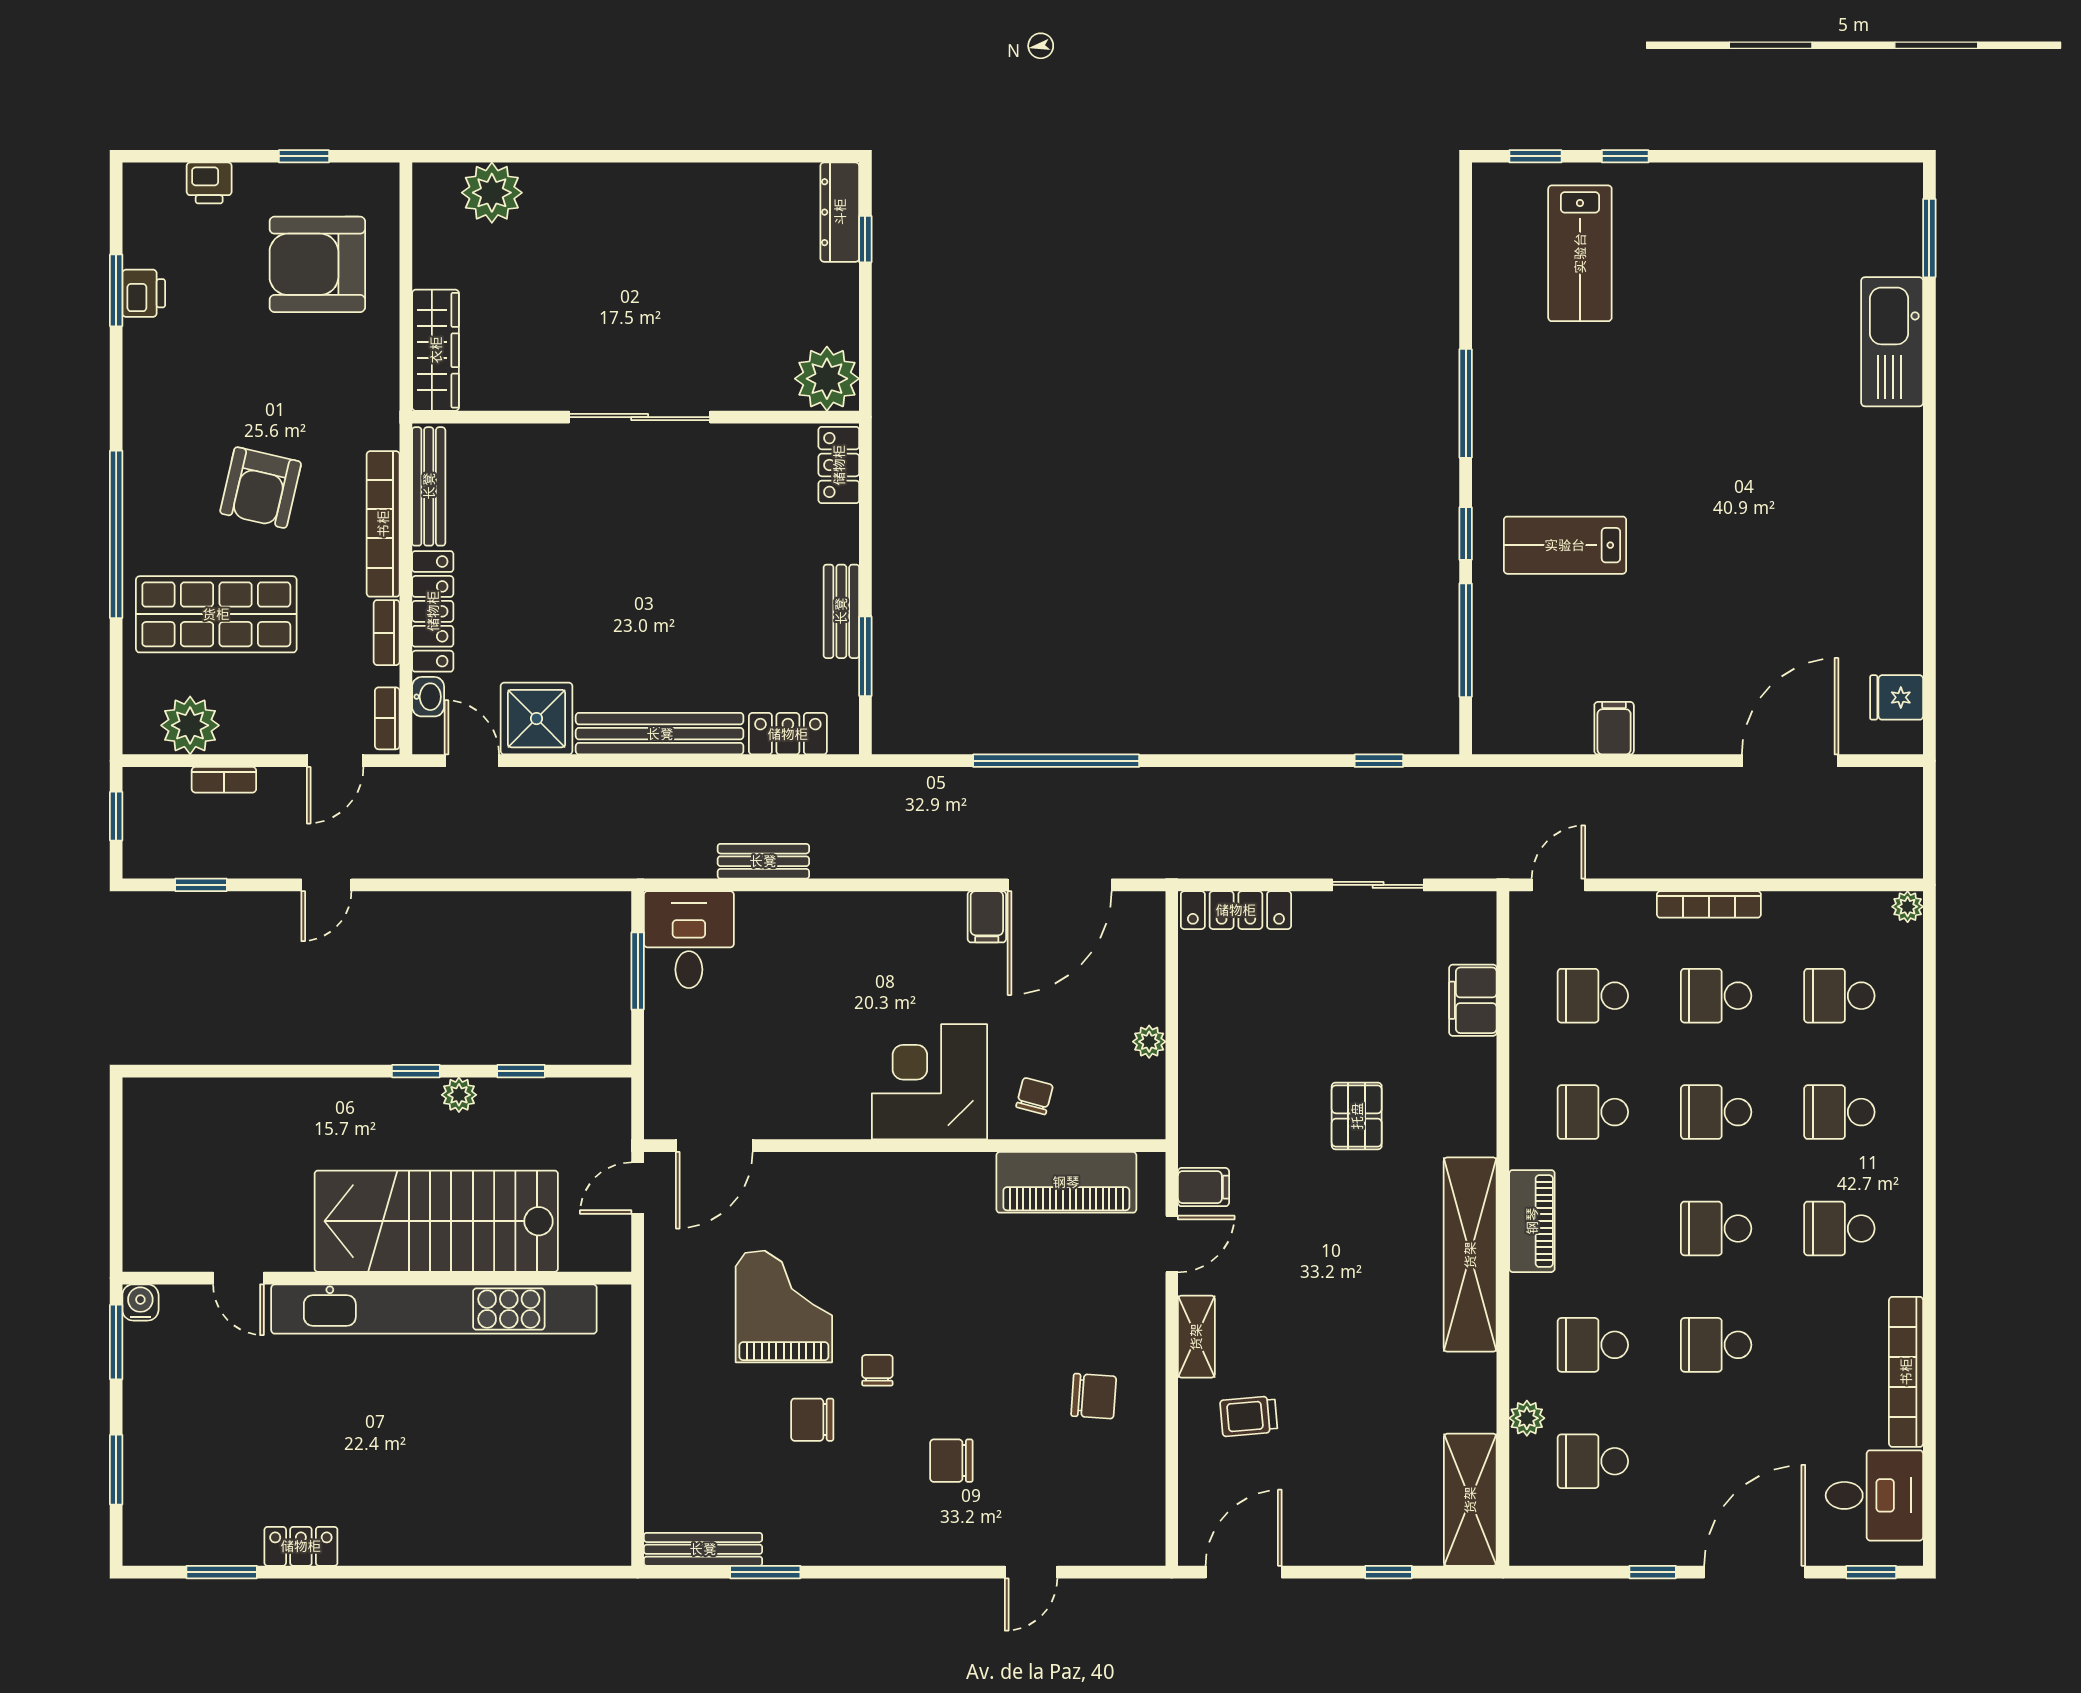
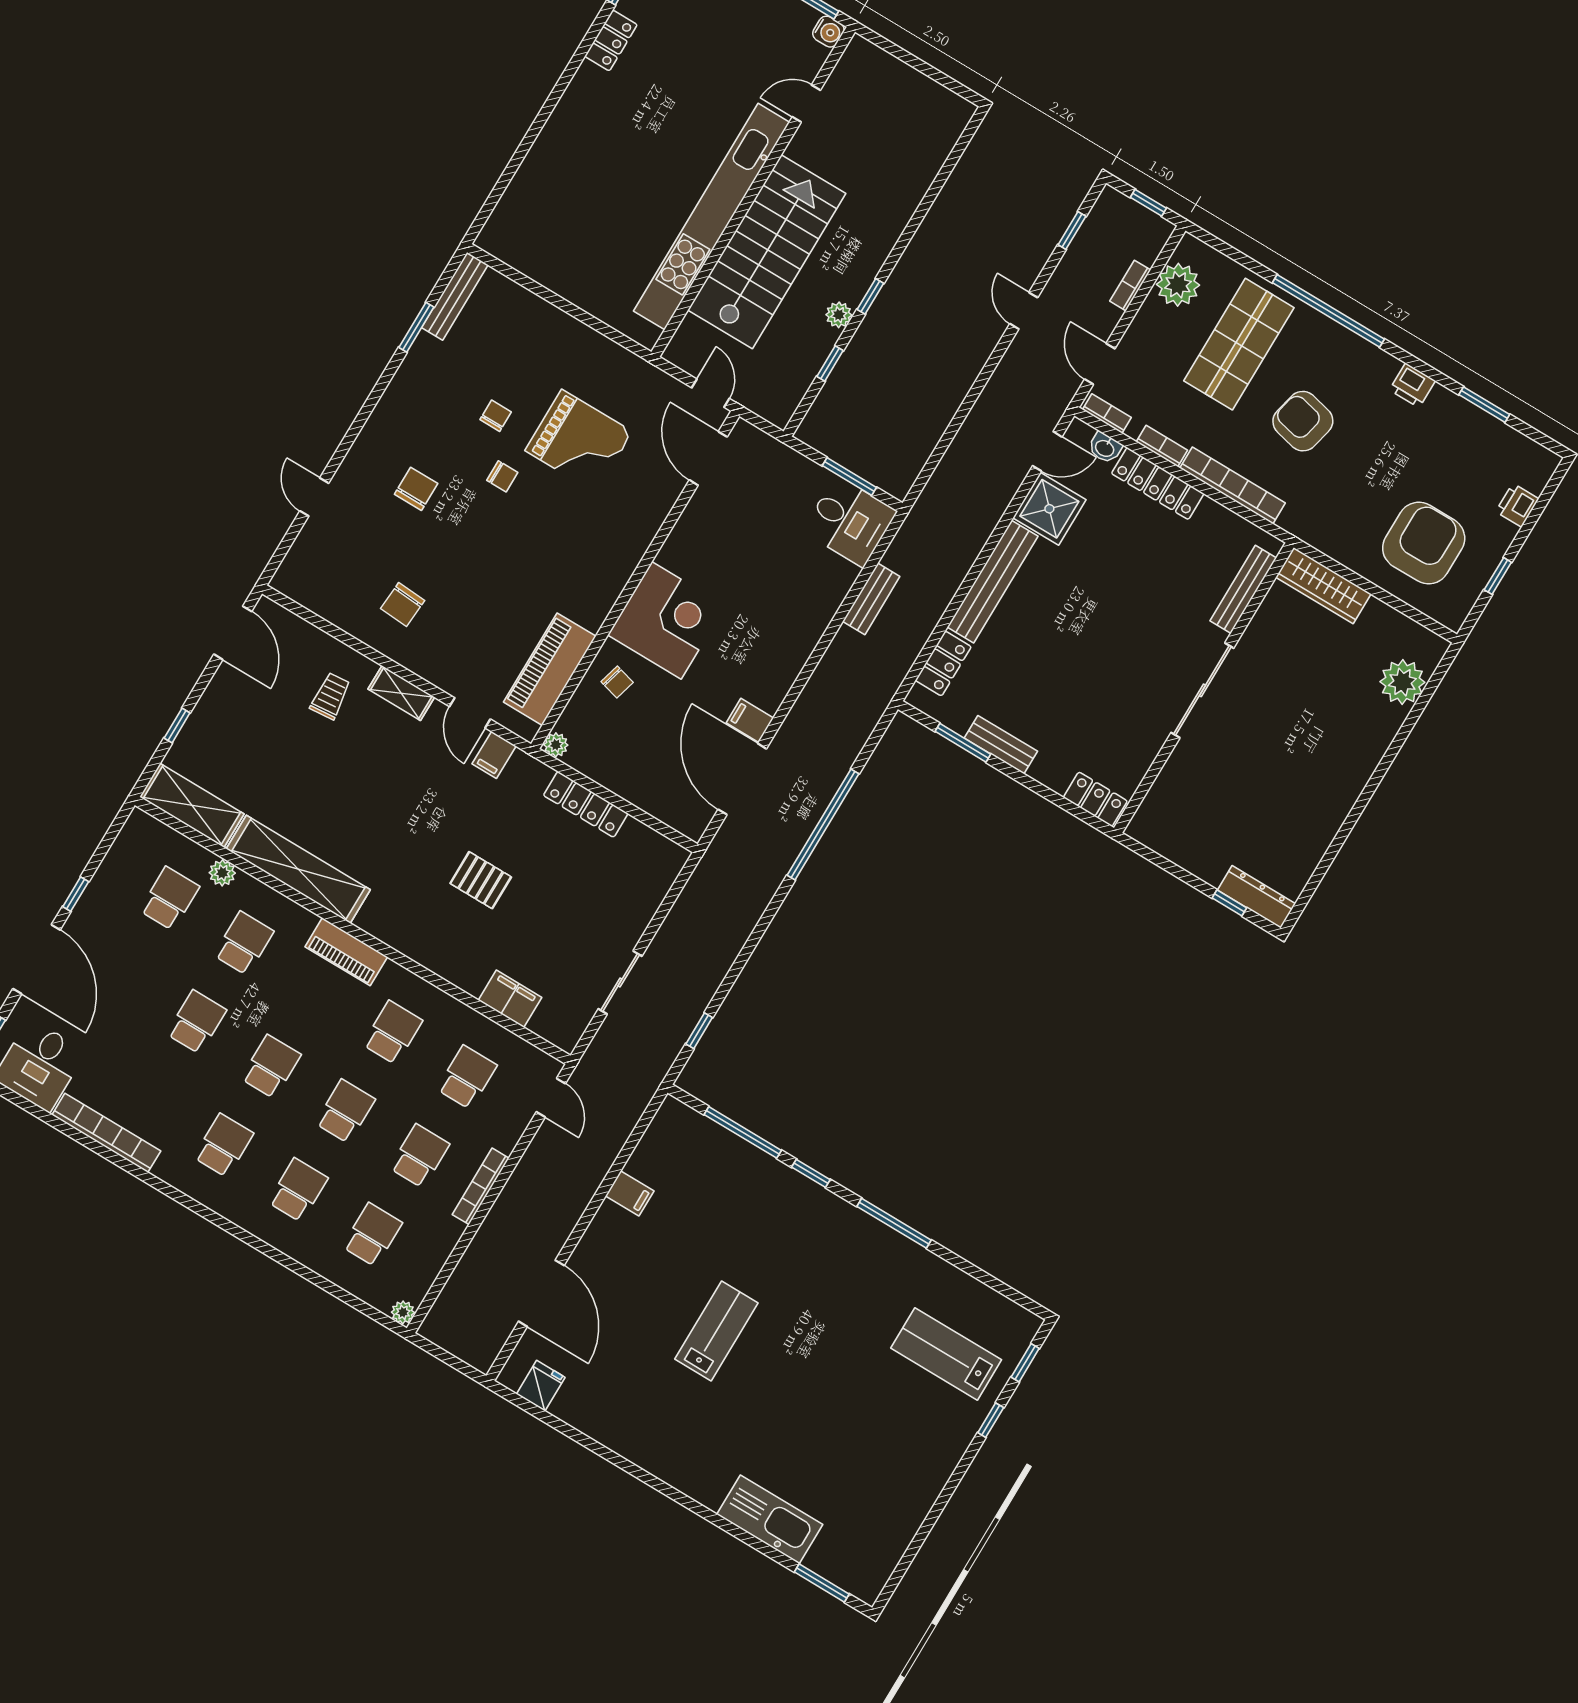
printer: (144, 293) -> (1412, 385), moved
plant: (827, 379) -> (1155, 825), removed
bench: (429, 486) -> (1243, 589), moved, turned 90
lab bench: (1565, 545) -> (716, 1331), moved
locker: (1236, 910) -> (586, 804), moved, turned -90
plant: (1149, 1042) -> (556, 745), moved
shelving: (1470, 1255) -> (298, 869), moved
chair: (812, 1420) -> (496, 416), width x0.73, depth x0.73

